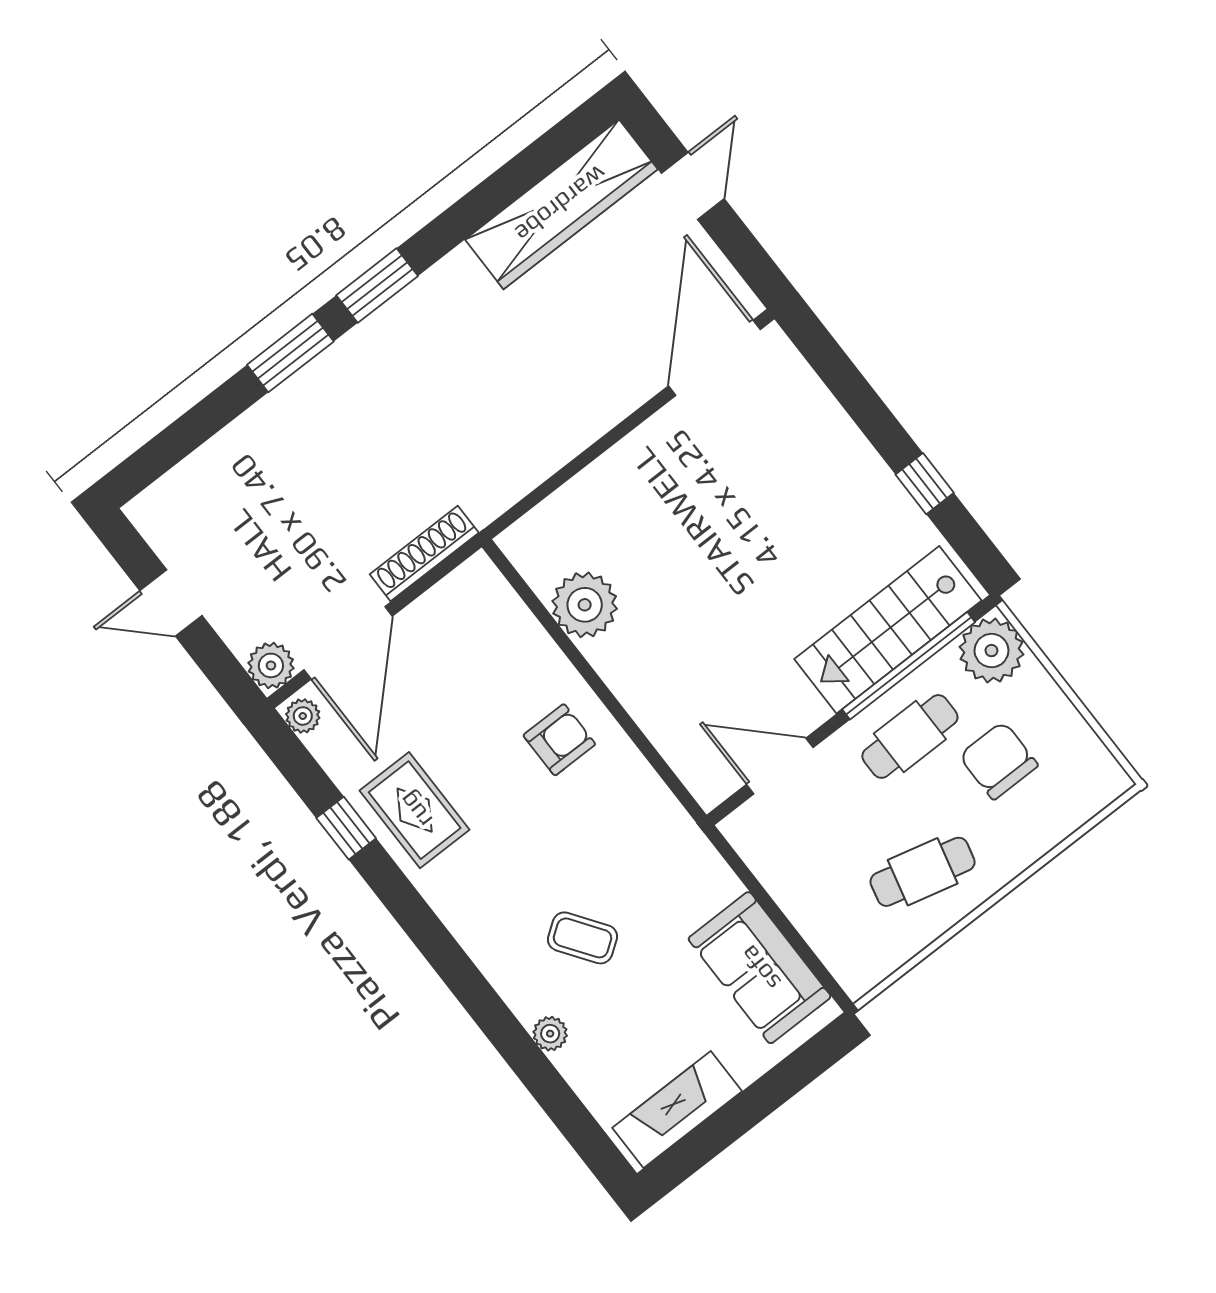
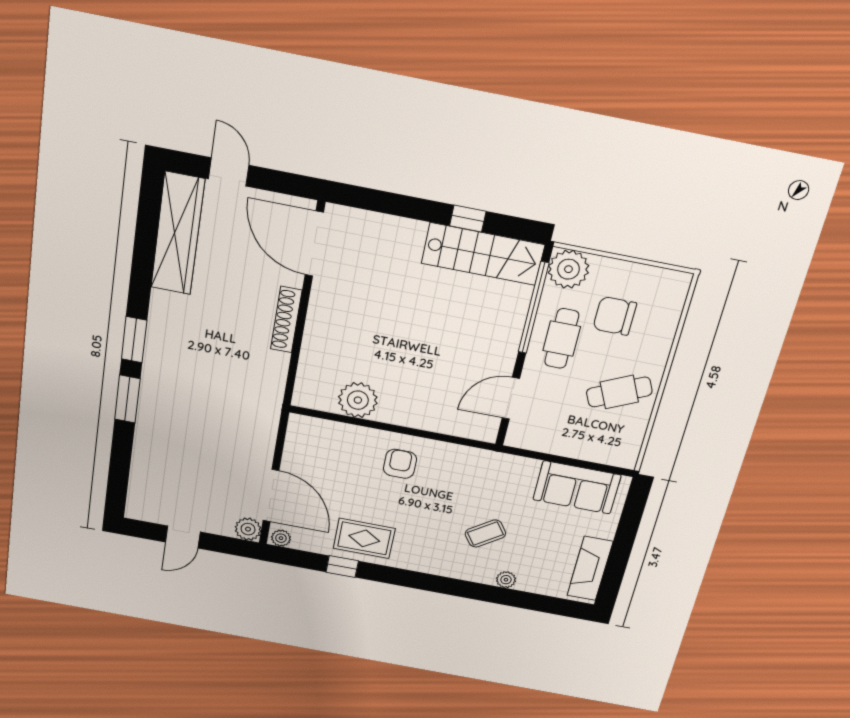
shoe rack: (424, 553) -> (286, 320), moved
stairs: (888, 630) -> (483, 254), moved, turned -90
cafe table: (923, 872) -> (619, 392), turned 51

